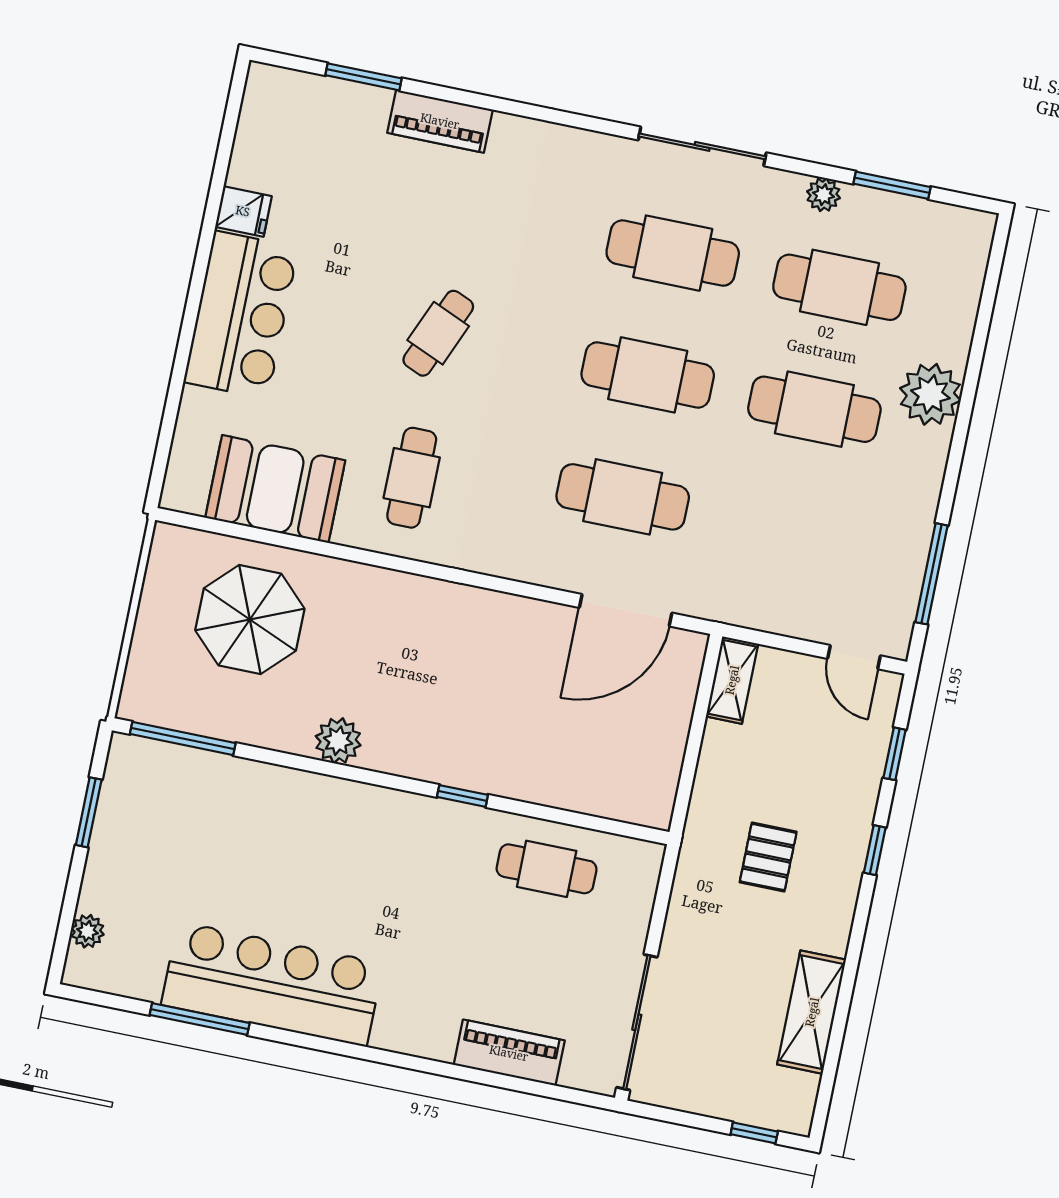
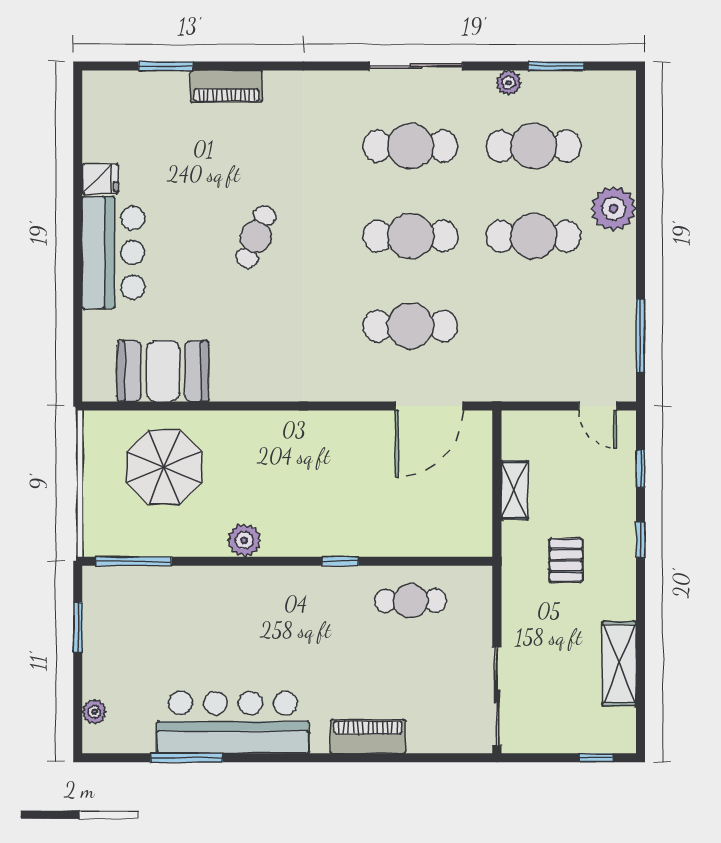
cafe table: (412, 478) -> (258, 343), removed
shelving: (732, 680) -> (515, 490), moved
piano: (509, 1053) -> (368, 736), moved

